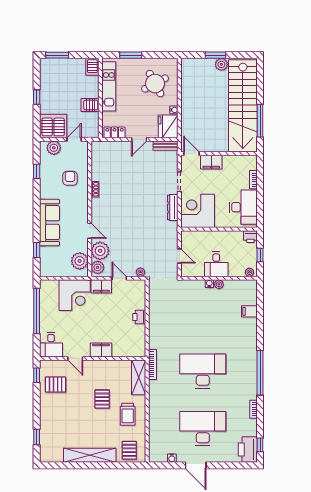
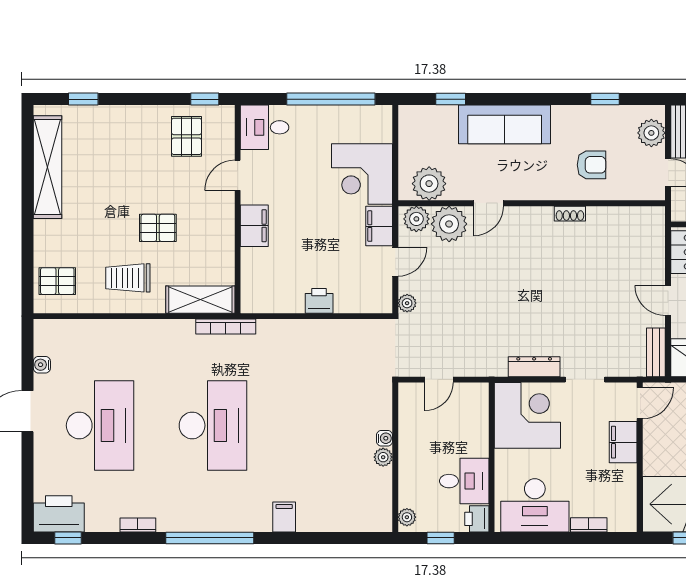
desk: (216, 264) -> (464, 481), moved, turned 180
filing cabinet: (249, 311) -> (284, 517), moved
shelving: (90, 455) -> (48, 167), moved

